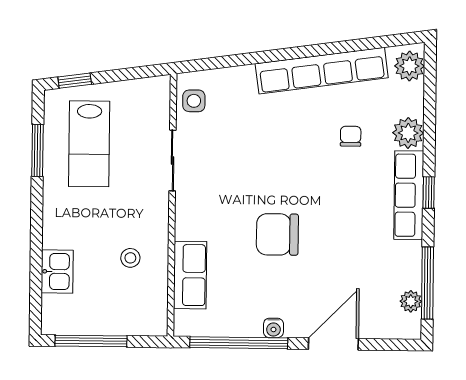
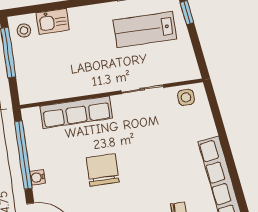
stool: (130, 258) -> (24, 30), moved
row of seats: (190, 275) -> (76, 112), width x1.48

